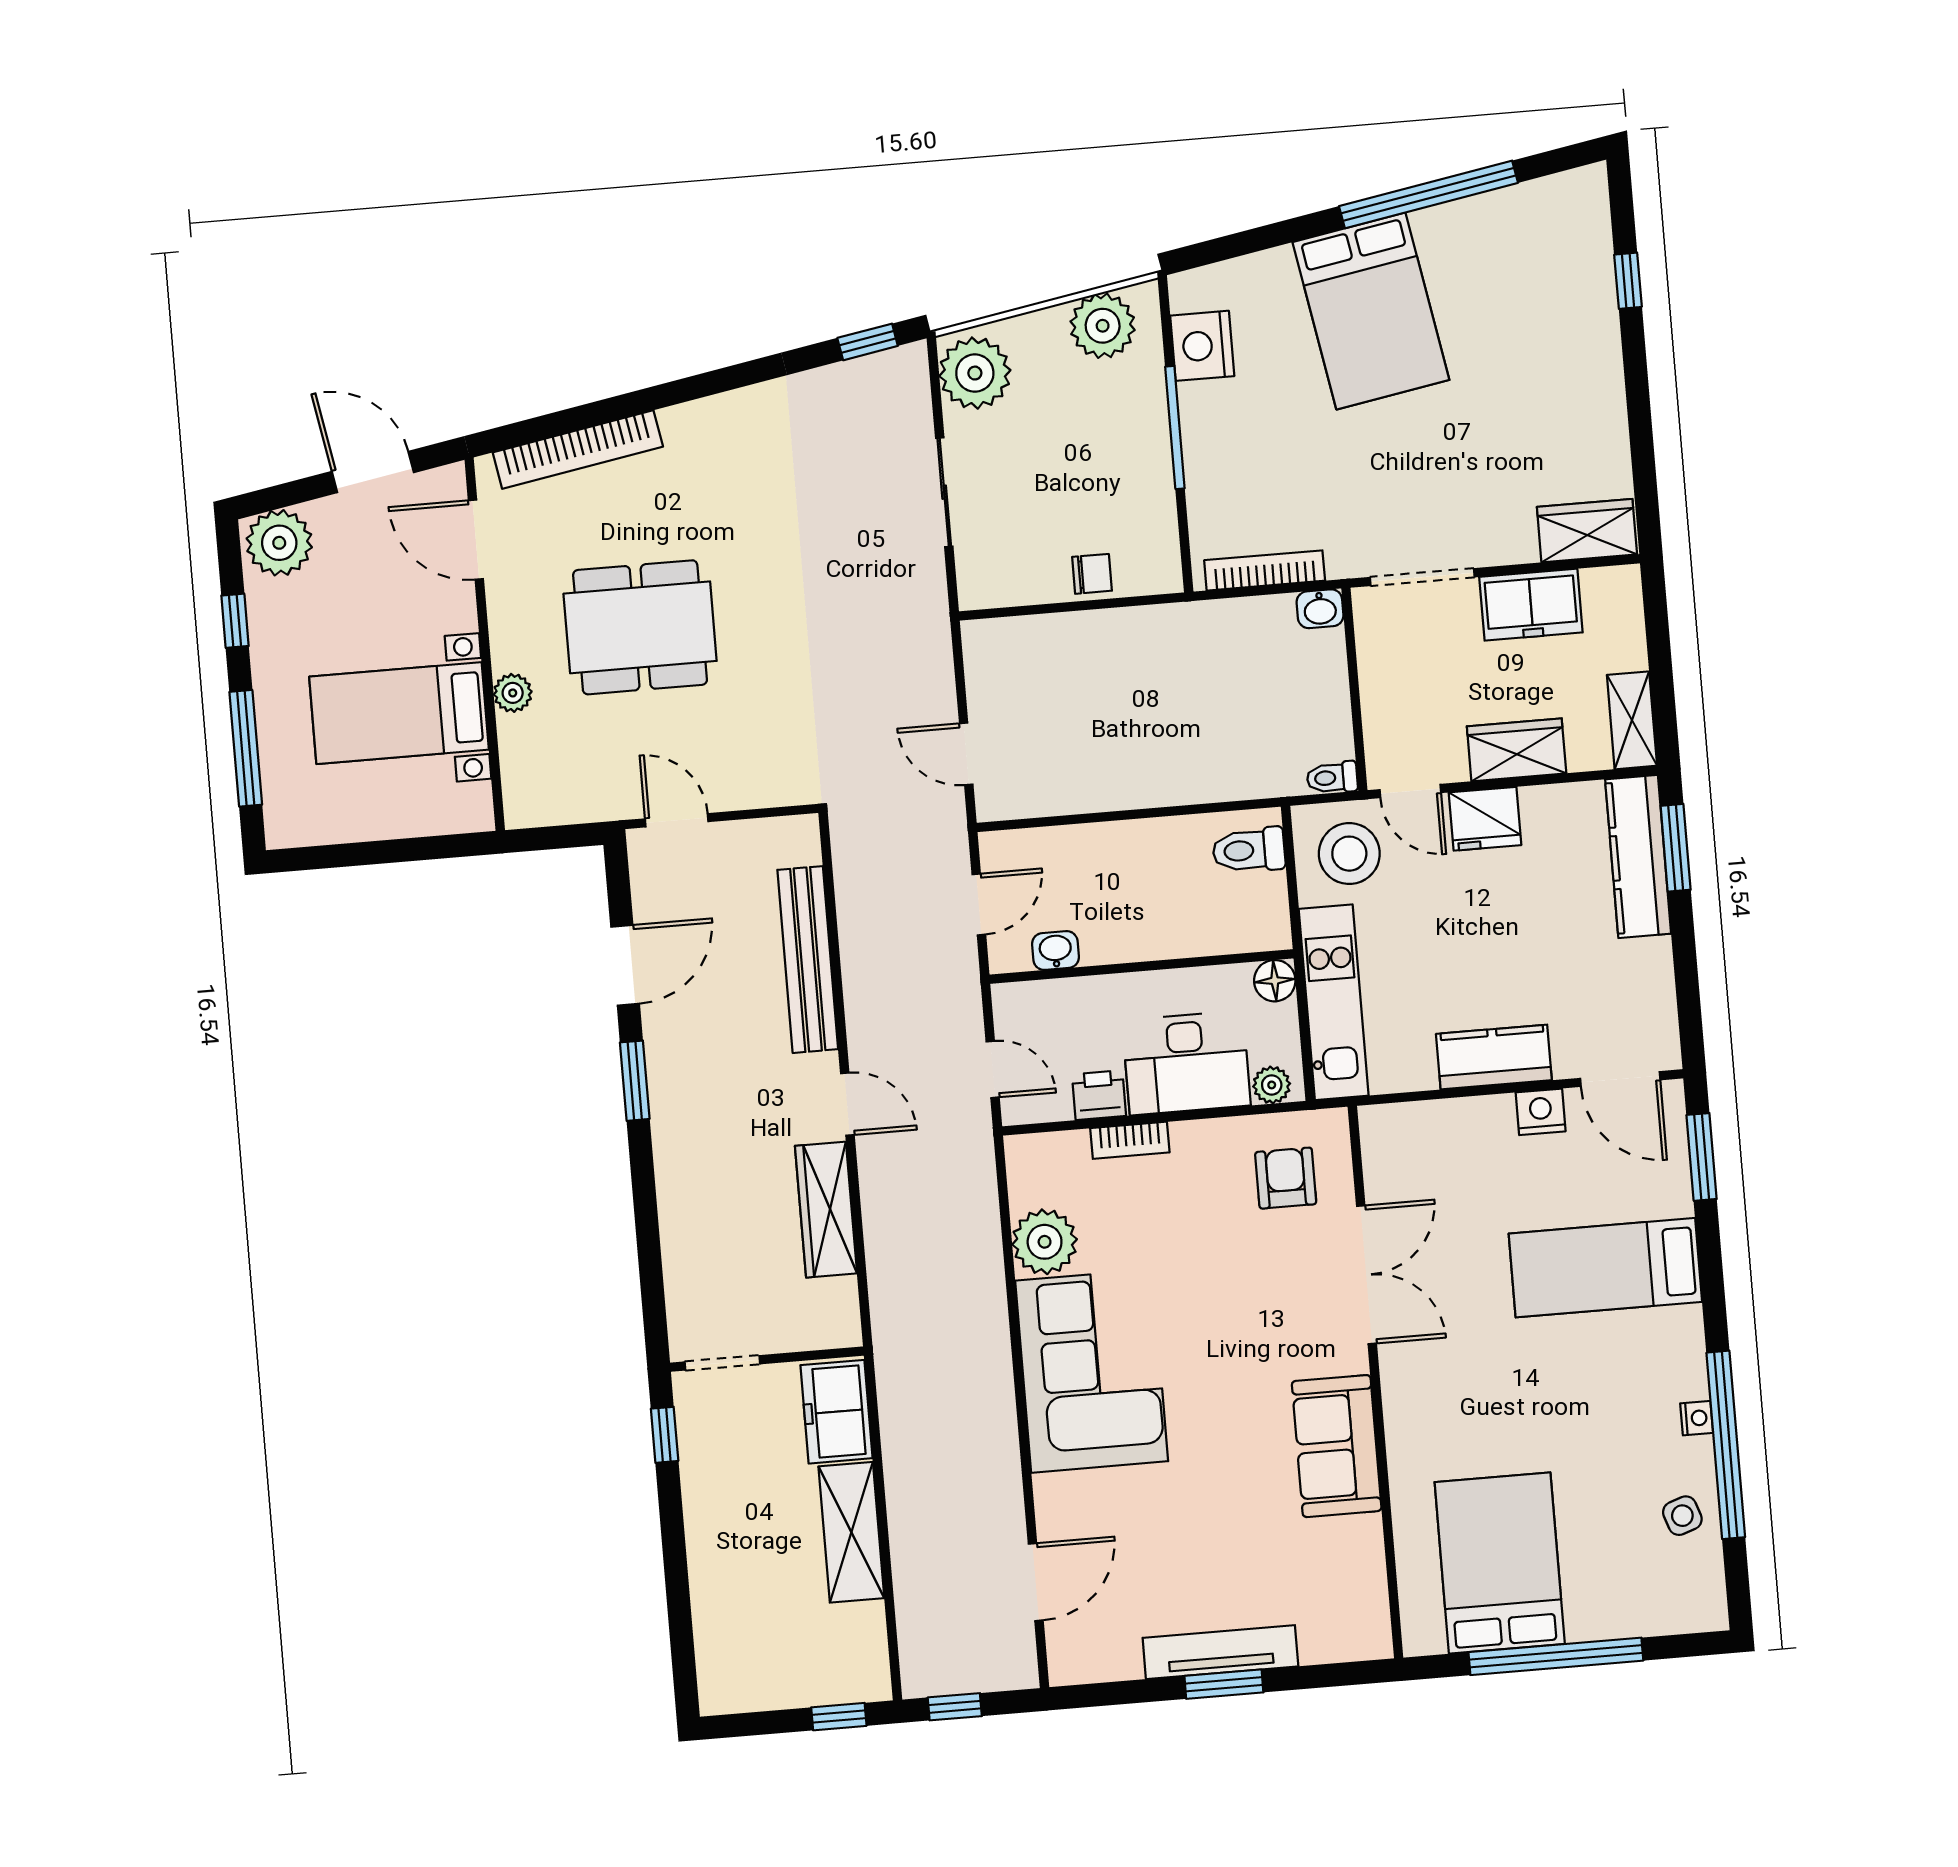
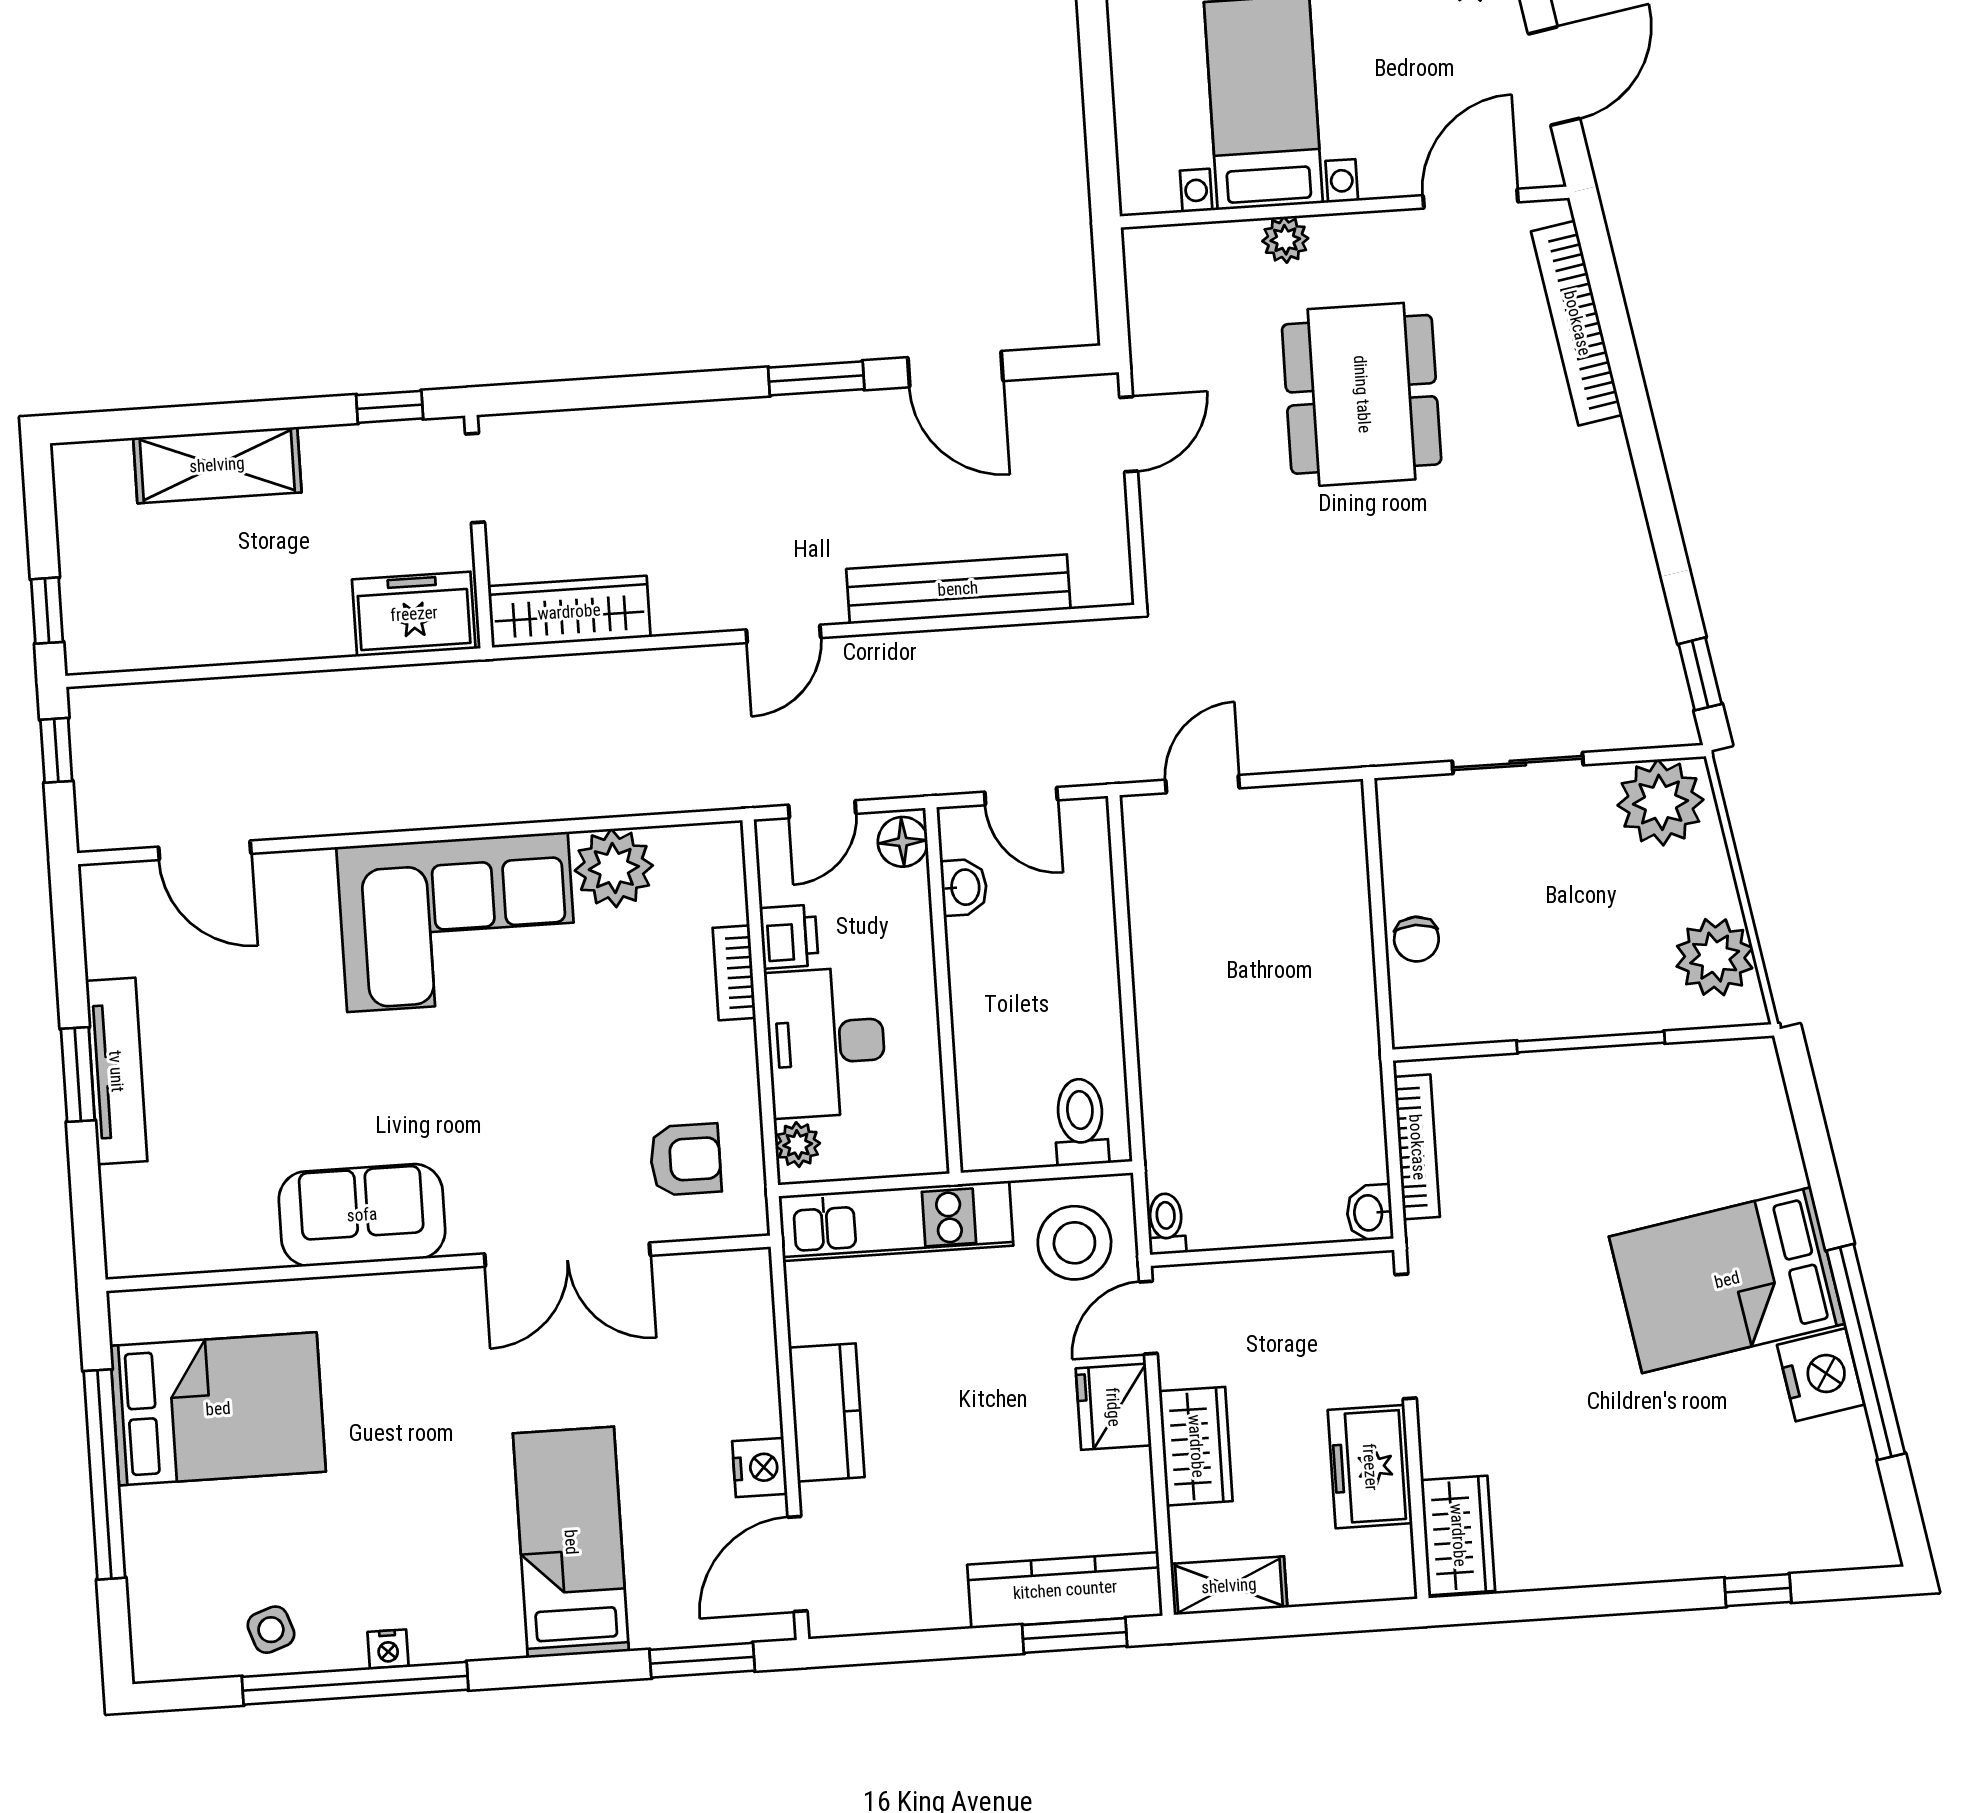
nightstand: (1202, 346) -> (1821, 1375), moved, turned 80
floor lamp: (1275, 981) -> (903, 842), moved
wardrobe: (826, 1210) -> (569, 612), moved
shelving: (851, 1532) -> (217, 465), moved

